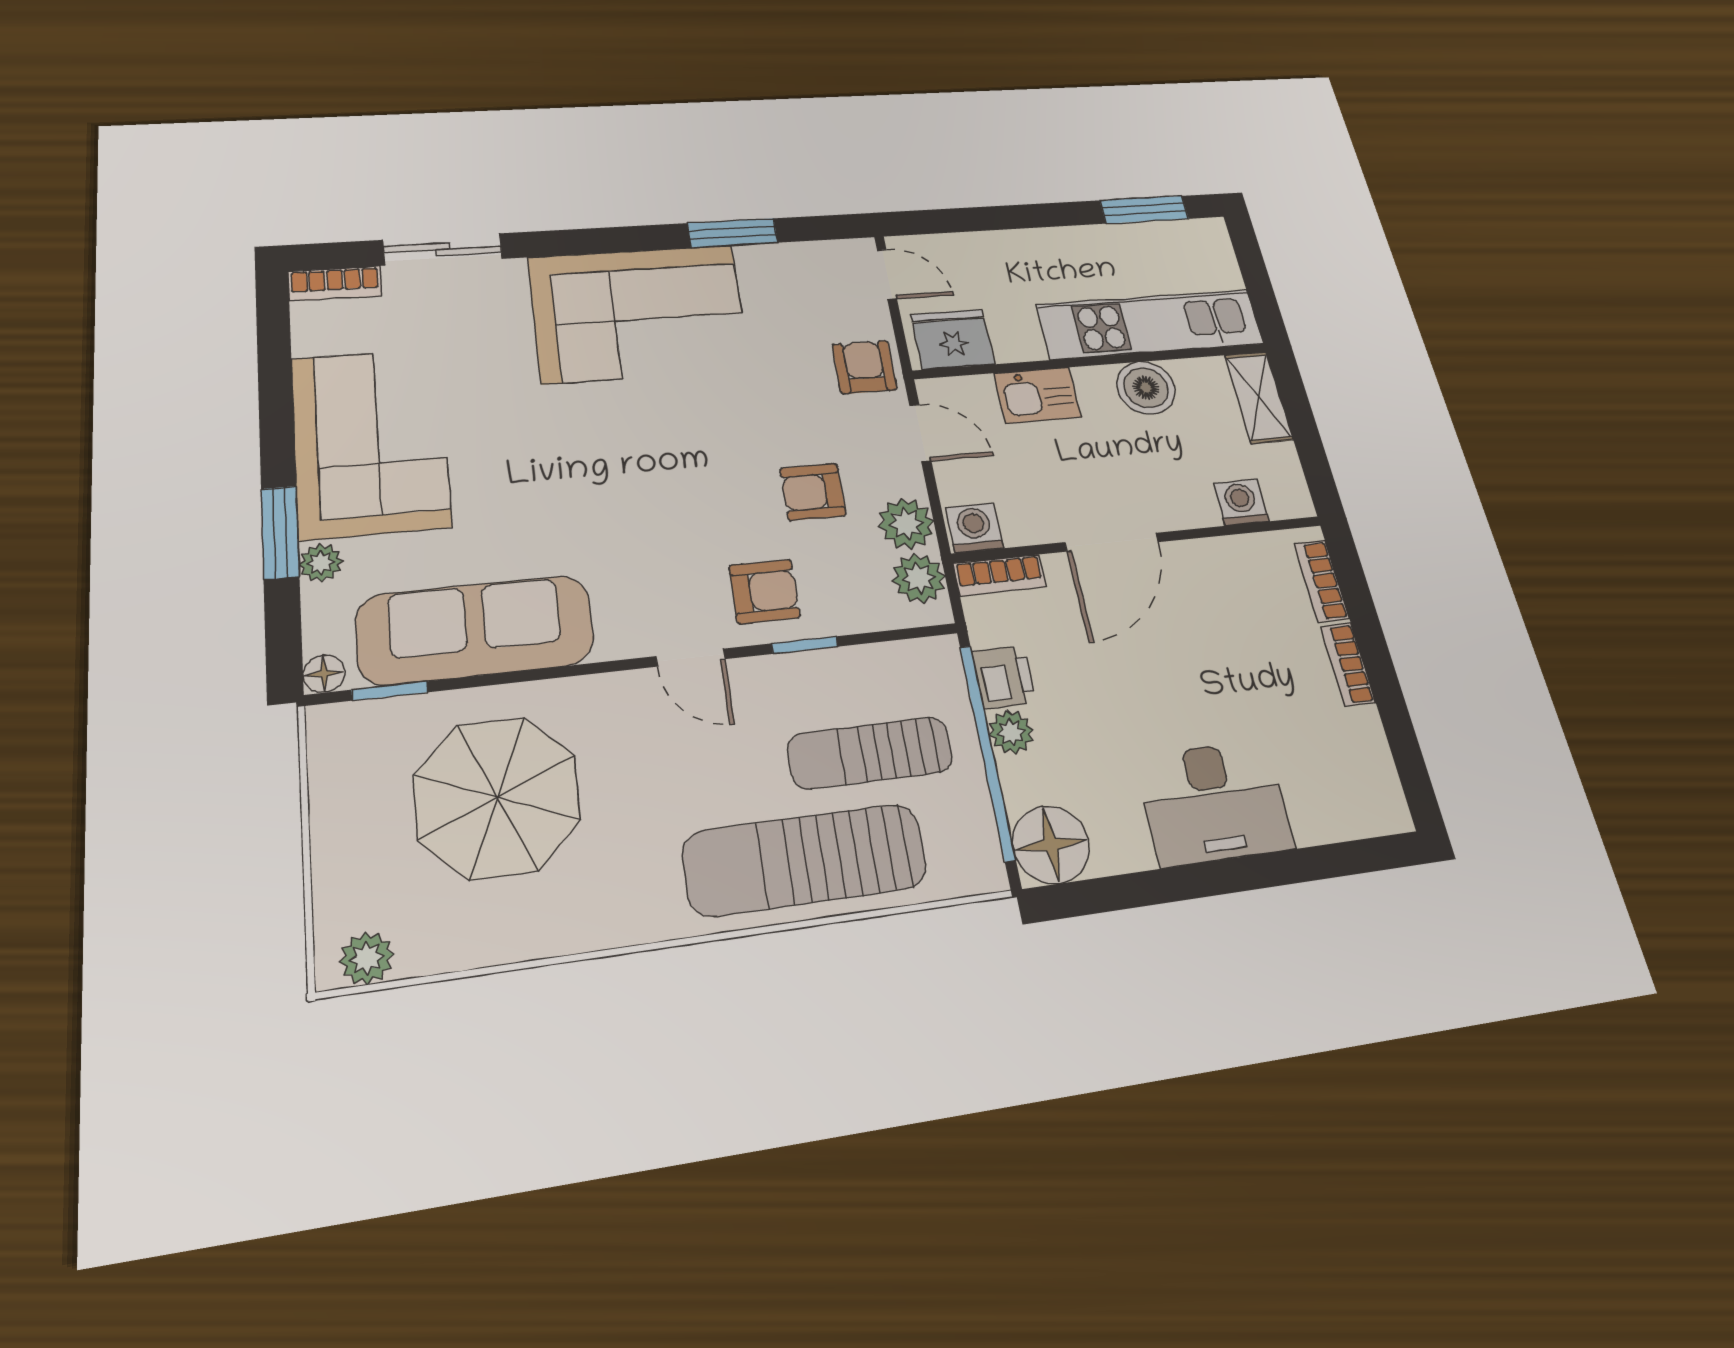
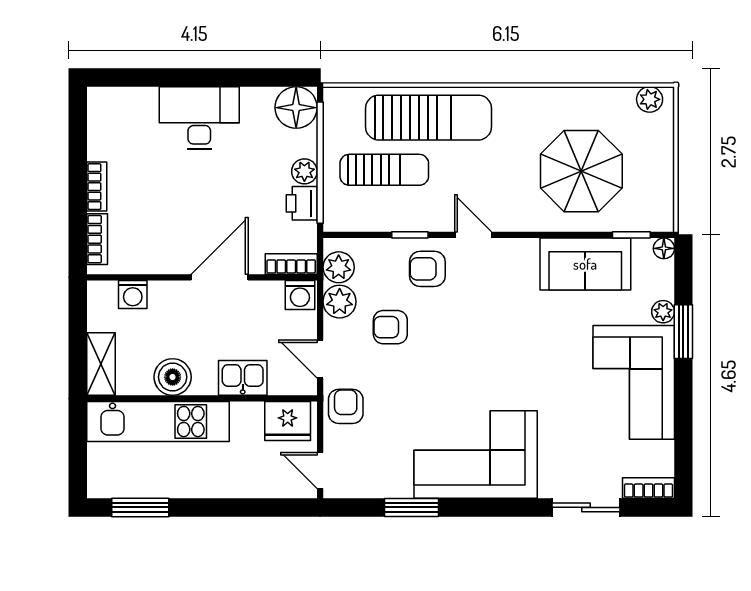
armchair: (864, 367) -> (346, 406), turned 180
armchair: (813, 492) -> (390, 327), turned 180
sofa: (475, 630) -> (585, 264), width x0.73

